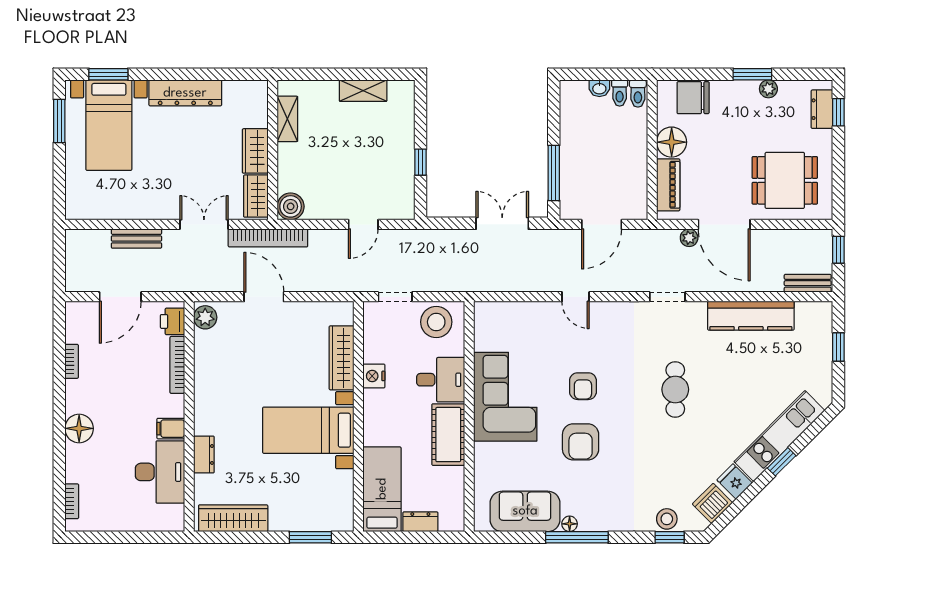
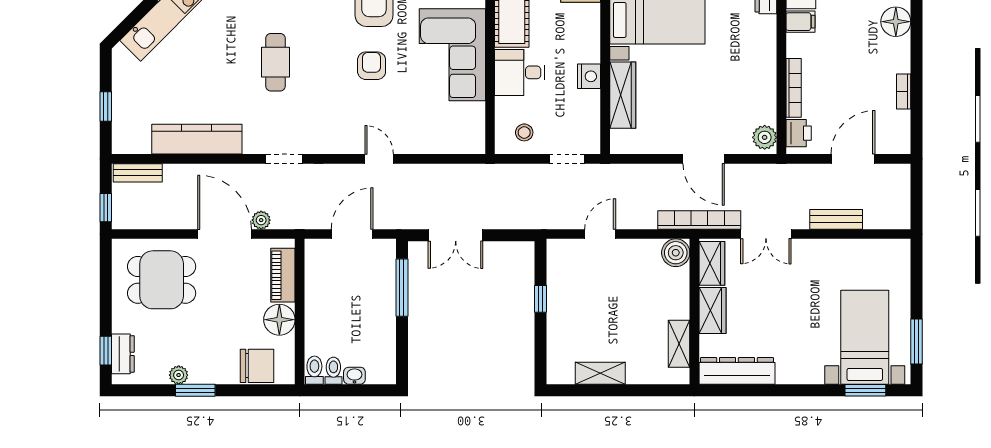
dresser: (185, 93) -> (737, 371), moved
stool: (436, 322) -> (524, 132), width x0.53, depth x0.53

